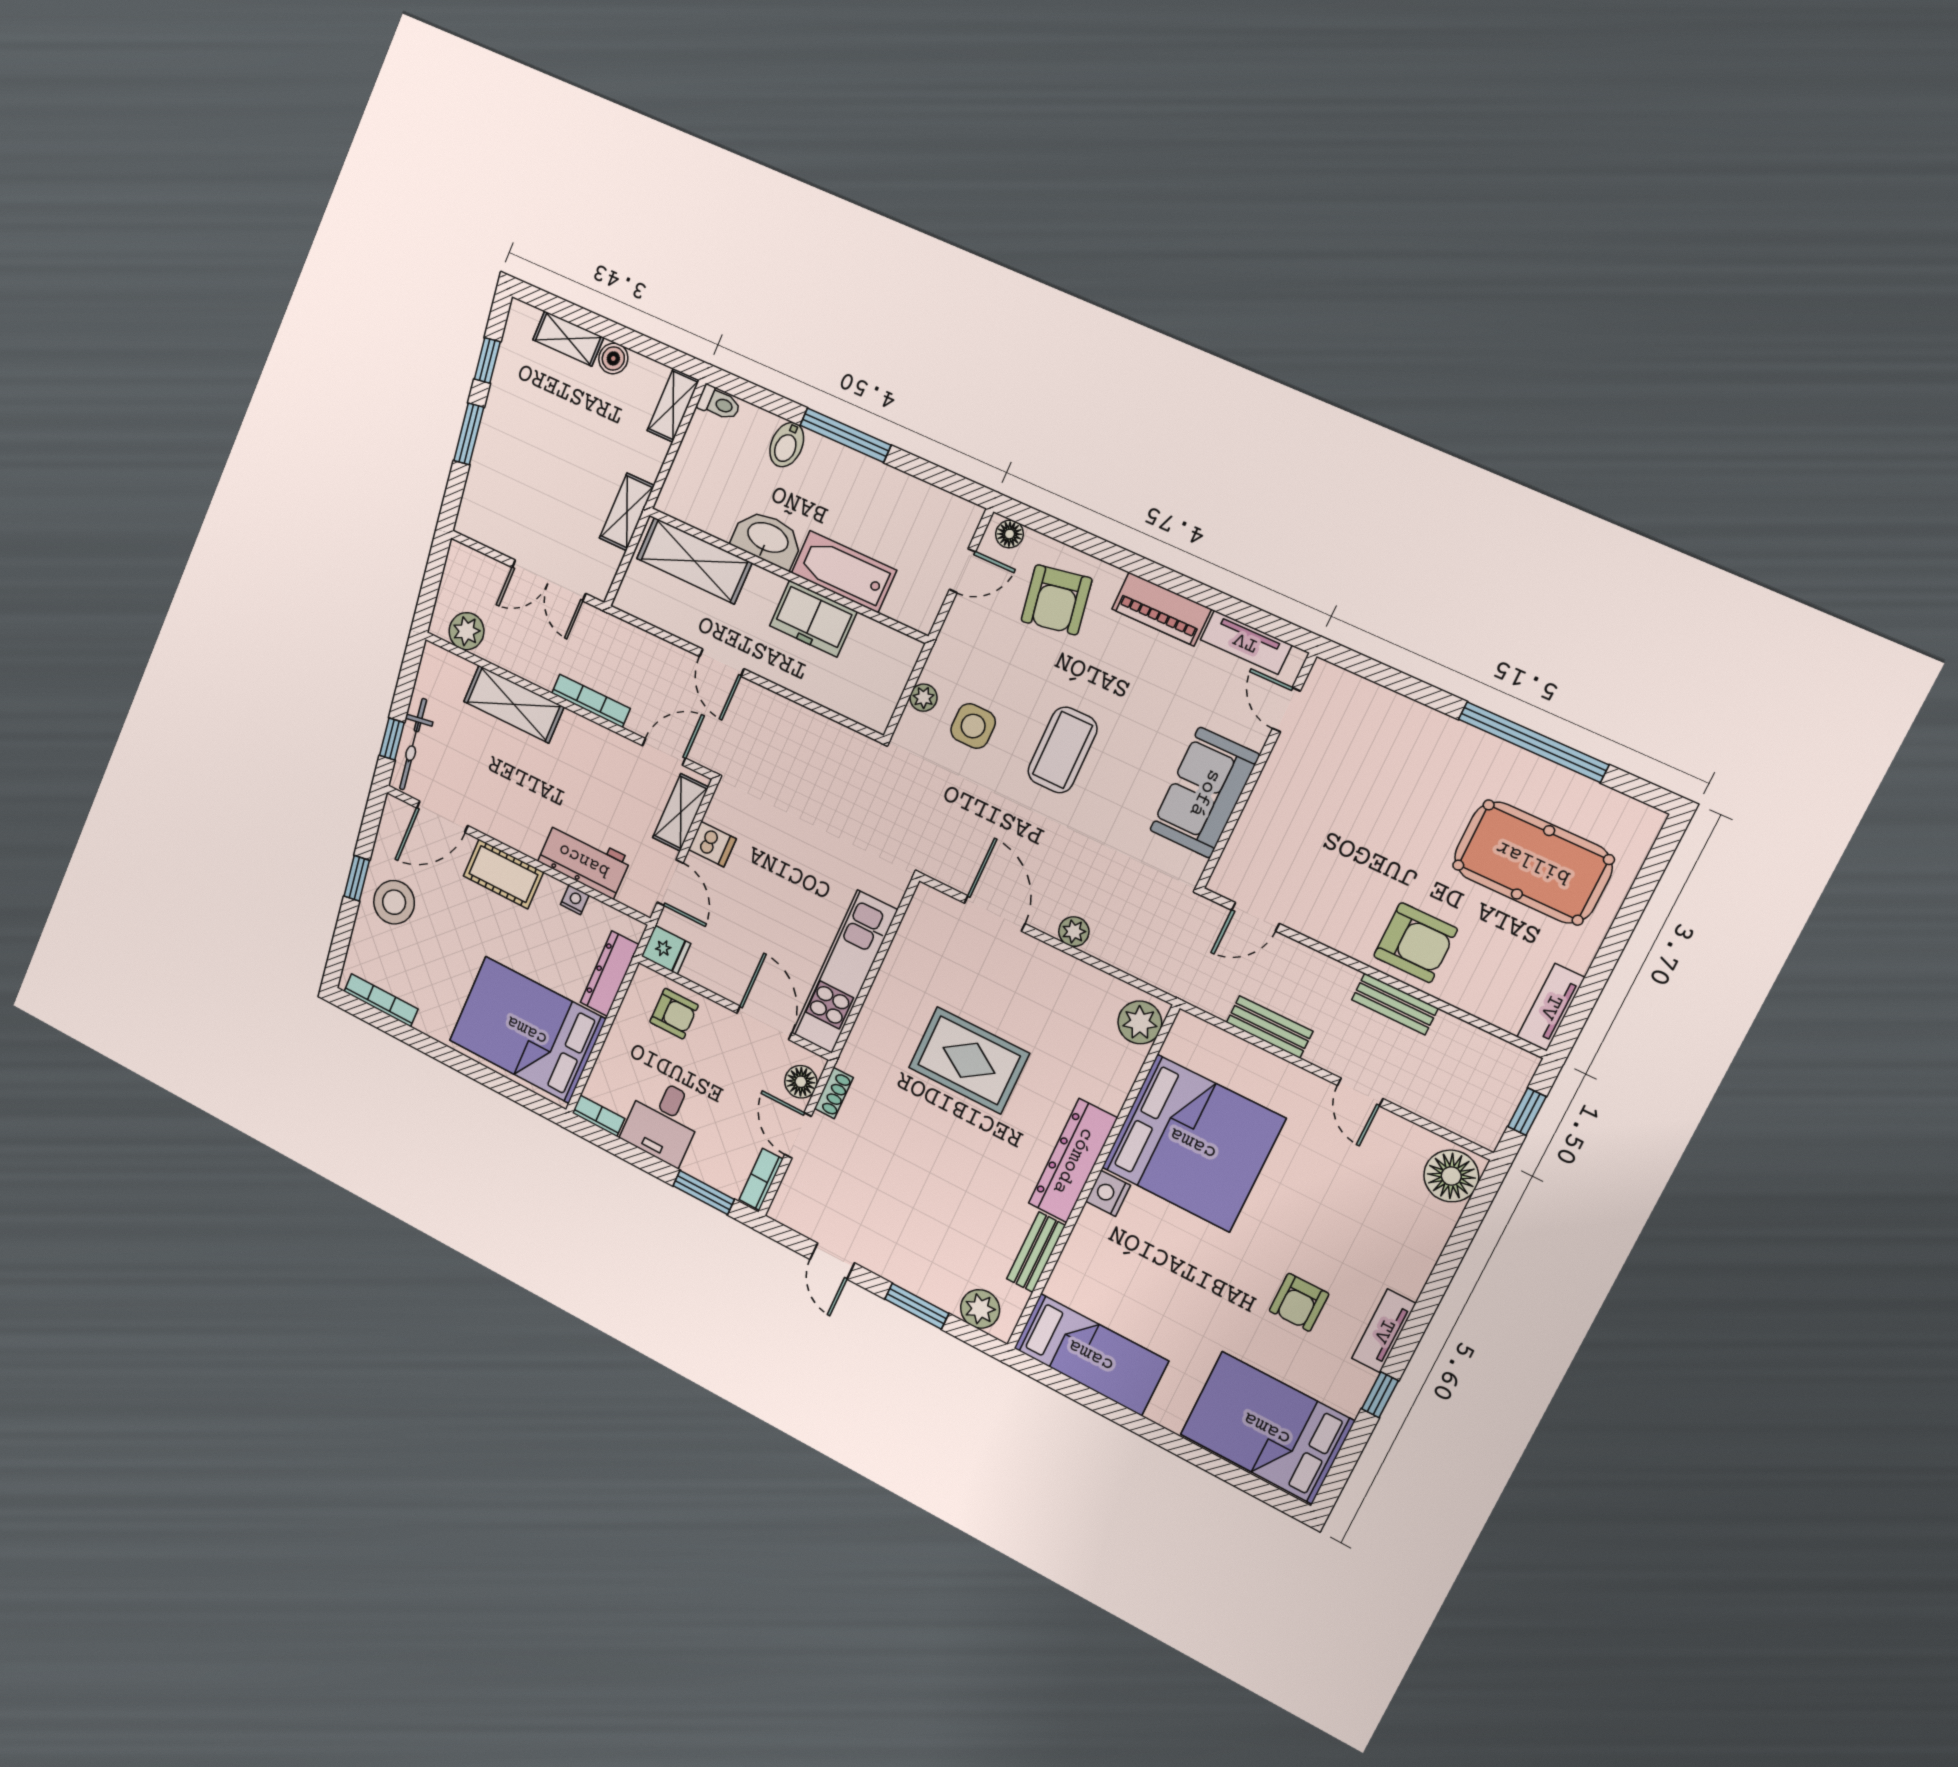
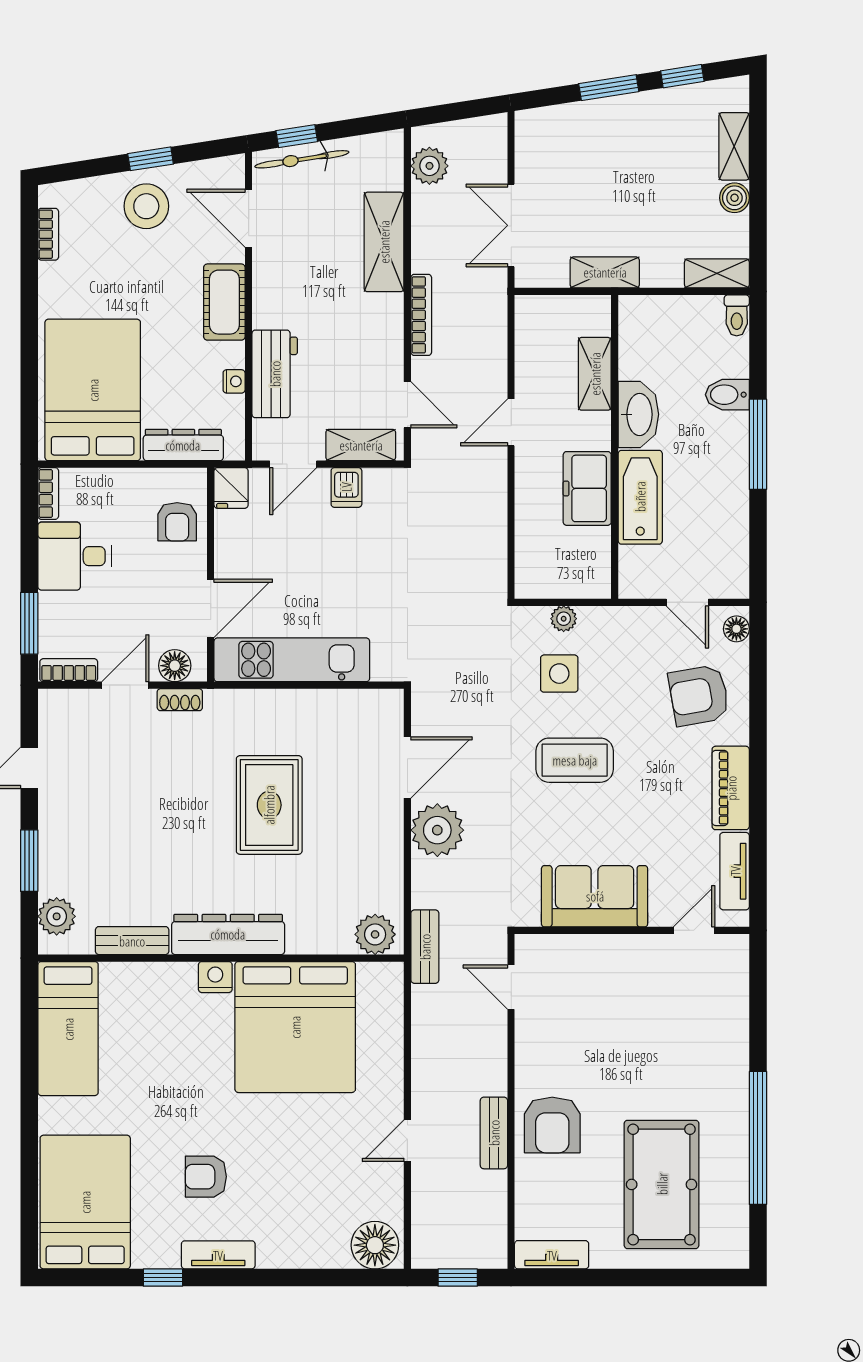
shelving: (694, 561) -> (595, 374), width x0.67, depth x0.75
plant: (1074, 932) -> (437, 830), width x1.88, depth x1.88
bookcase: (381, 1000) -> (48, 234), width x0.64
bench: (1270, 1027) -> (425, 947), moved

